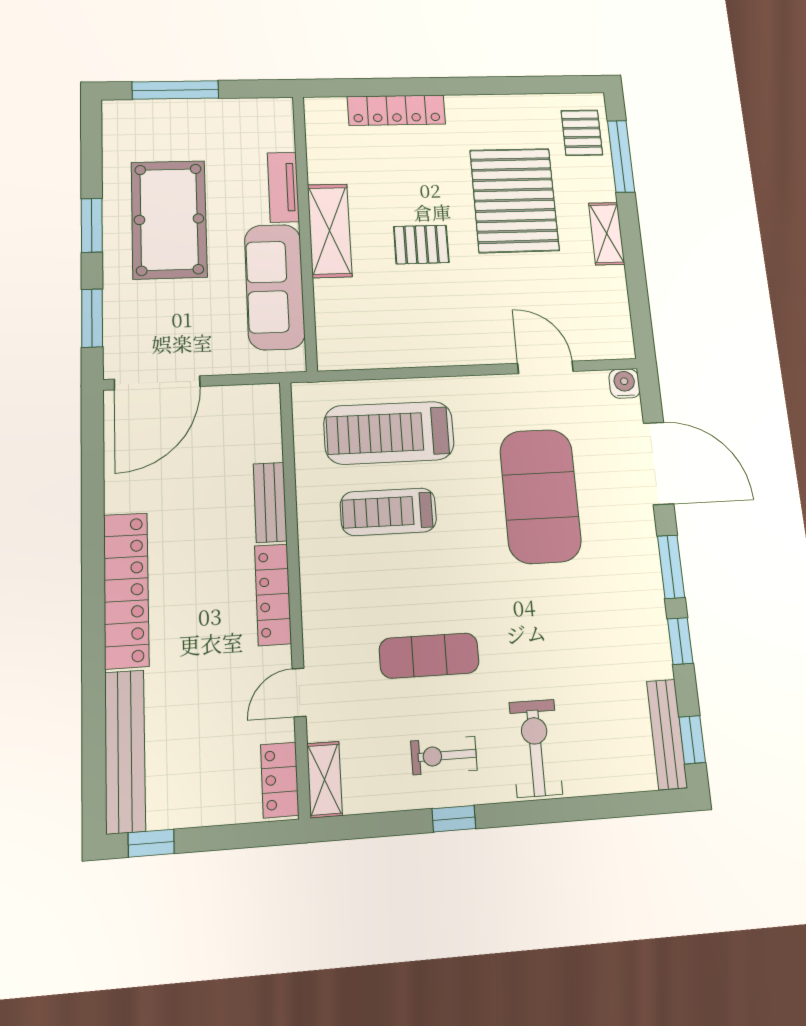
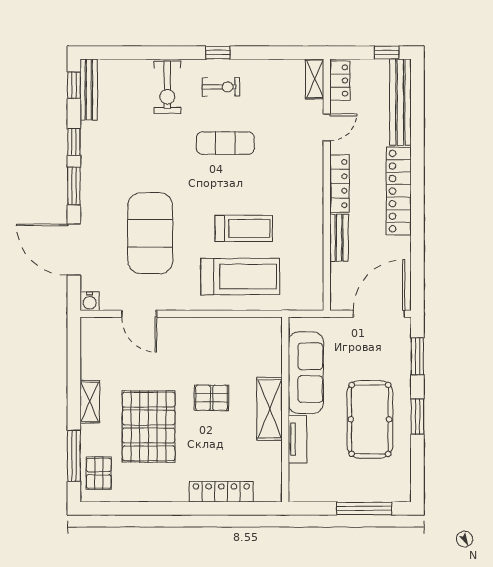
bench: (270, 502) -> (339, 238), moved
wall: (295, 591) -> (327, 185), moved
locker: (273, 594) -> (340, 184), moved
door: (299, 692) -> (327, 127), moved
locker: (280, 780) -> (340, 80), moved
shelving: (325, 780) -> (315, 79), moved

